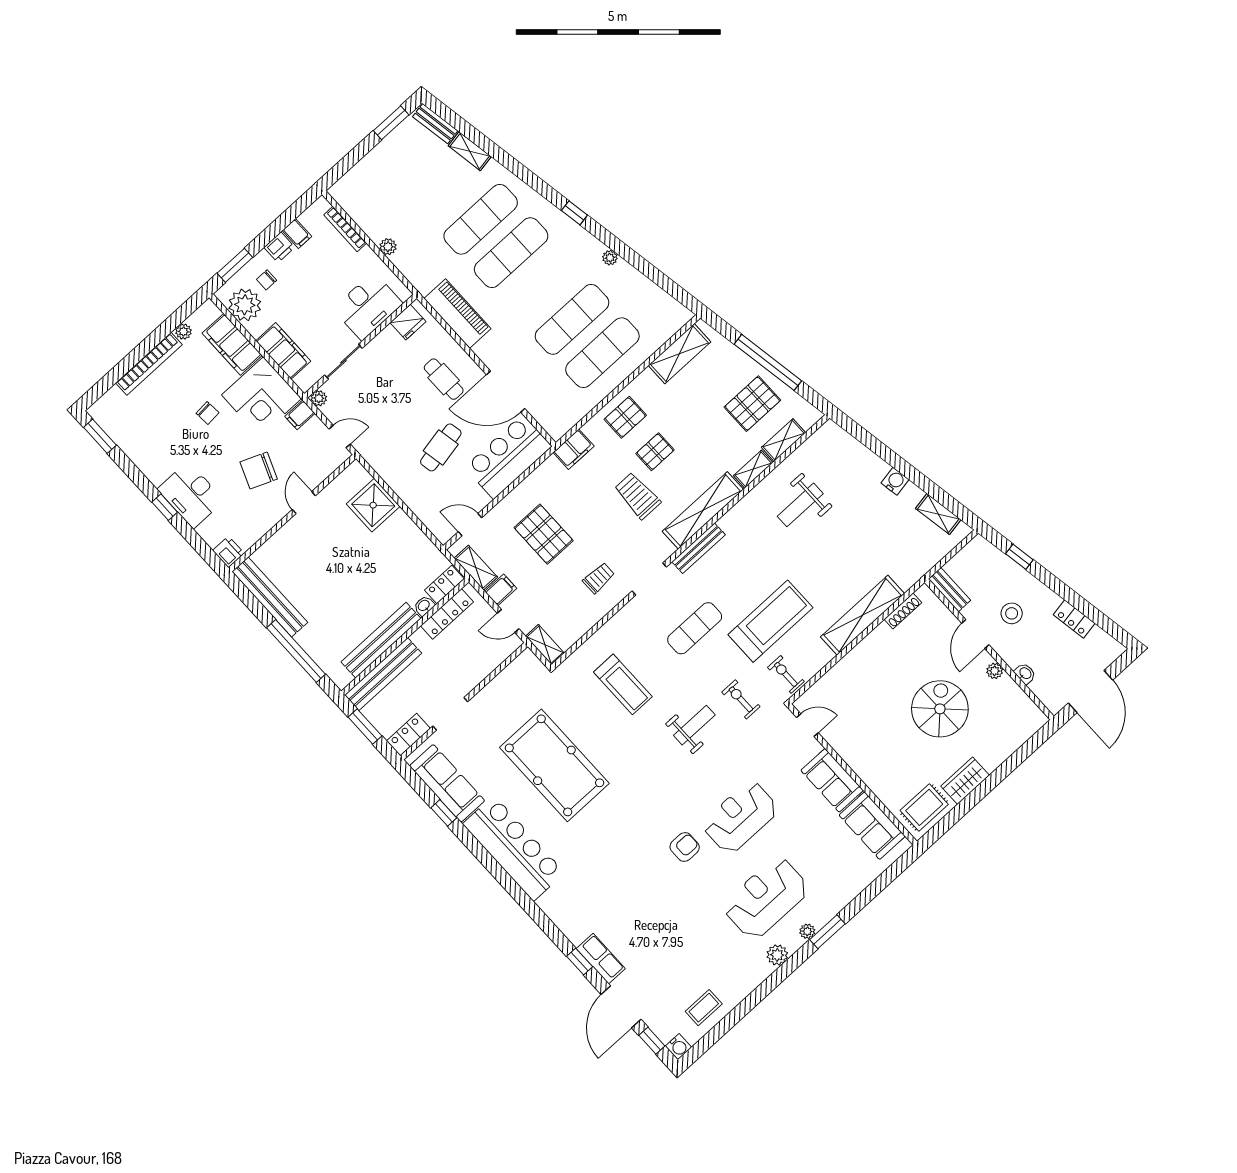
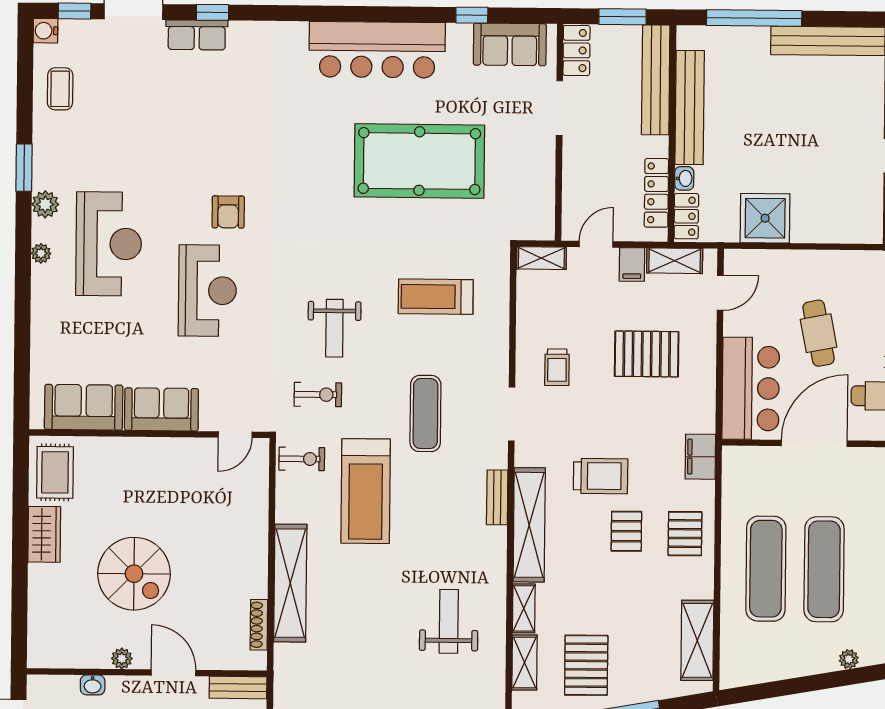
shower: (373, 505) -> (765, 218), moved
bench: (699, 548) -> (497, 497), width x0.73
sofa: (447, 783) -> (510, 44), width x0.73
window: (827, 932) -> (24, 168), moved

